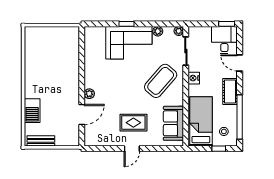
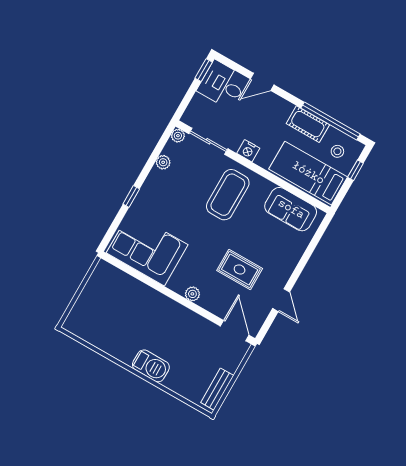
corner sofa: (129, 43) -> (147, 249), moved, turned -90
coffee table: (161, 81) -> (228, 195), turned 49
cot: (230, 92) -> (308, 124), moved
barbecue: (32, 111) -> (151, 366), moved
door: (82, 115) -> (235, 331), moved
rug: (133, 123) -> (240, 269), moved, turned 90
door: (132, 149) -> (281, 300), moved

